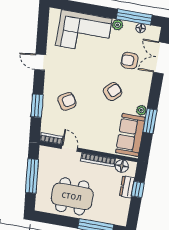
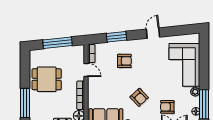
armchair: (130, 61) -> (167, 107), turned -90
armchair: (67, 101) -> (124, 61), turned -59
door: (69, 148) -> (86, 70), hinge flipped
dining table: (72, 196) -> (47, 79), width x0.73

